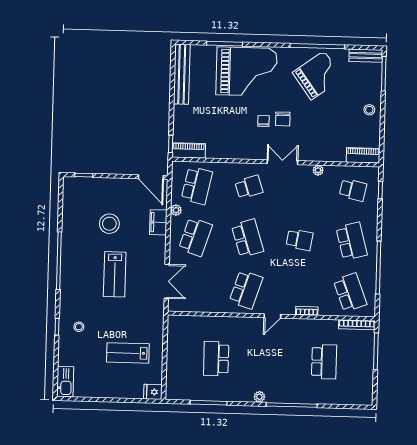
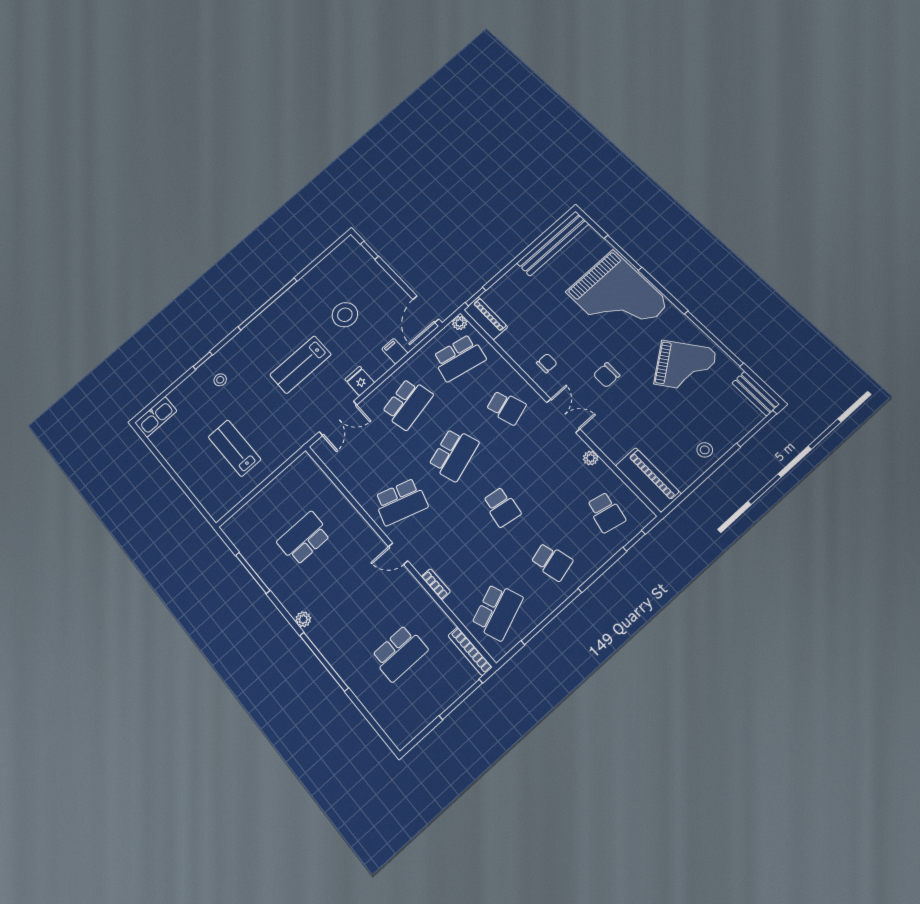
chair: (263, 121) -> (547, 363), moved
piano: (363, 155) -> (648, 480), width x1.37, depth x1.33
plant: (176, 210) -> (460, 323), moved
filing cabinet: (158, 222) -> (395, 351), width x0.50
school desk: (195, 237) -> (407, 404), turned -30
school desk: (352, 241) -> (552, 562), width x0.54
fridge: (153, 392) -> (360, 381), moved

